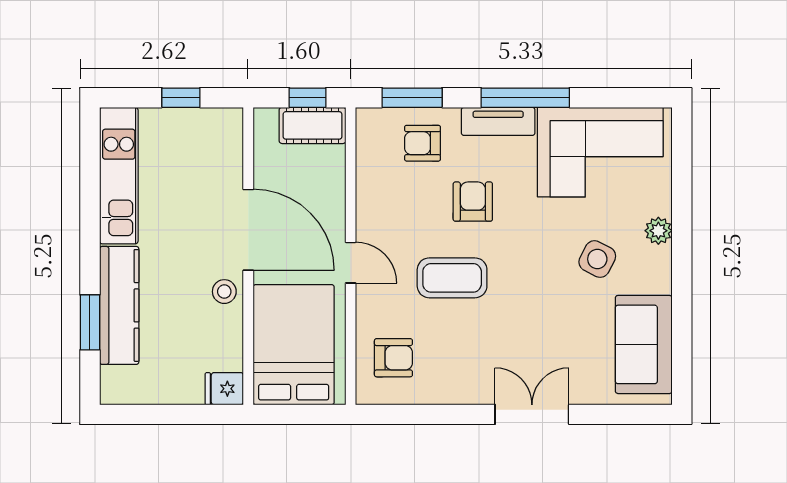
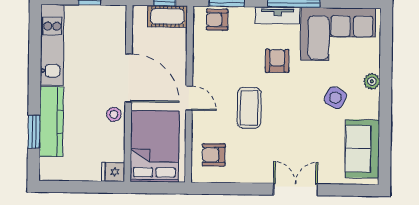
armchair: (423, 143) -> (217, 20), moved
armchair: (473, 202) -> (277, 61), moved
coffee table: (452, 278) -> (249, 108), turned 90
armchair: (393, 358) -> (214, 155), turned 180

